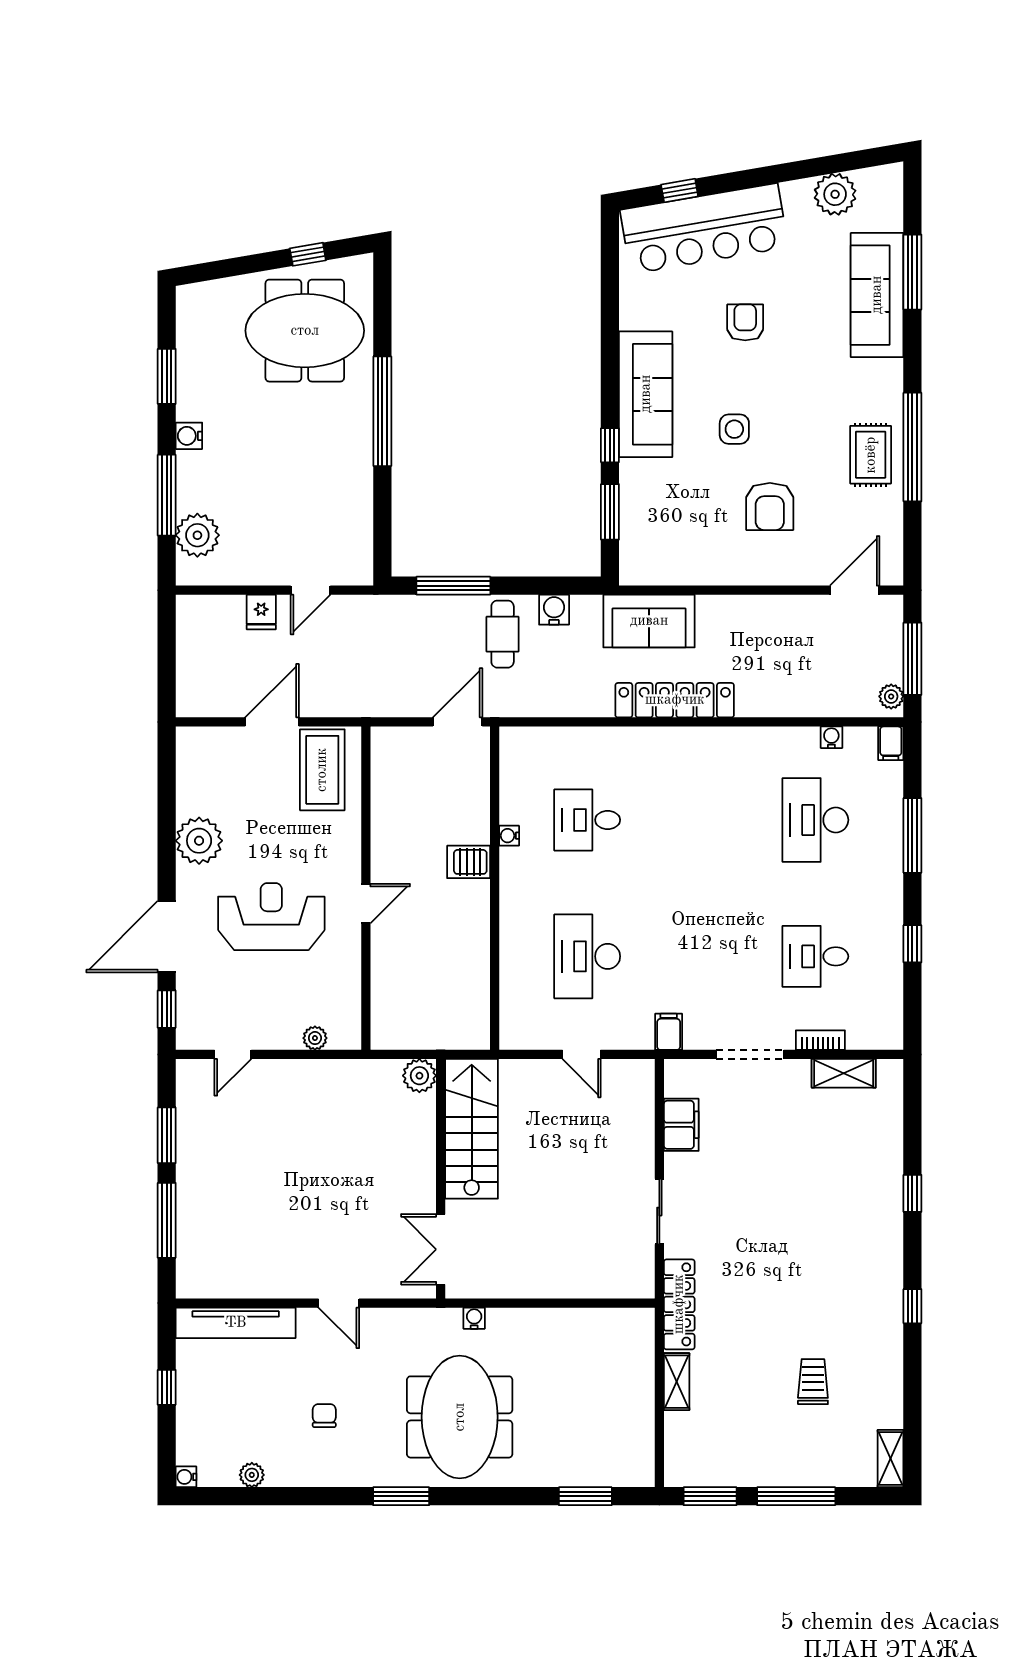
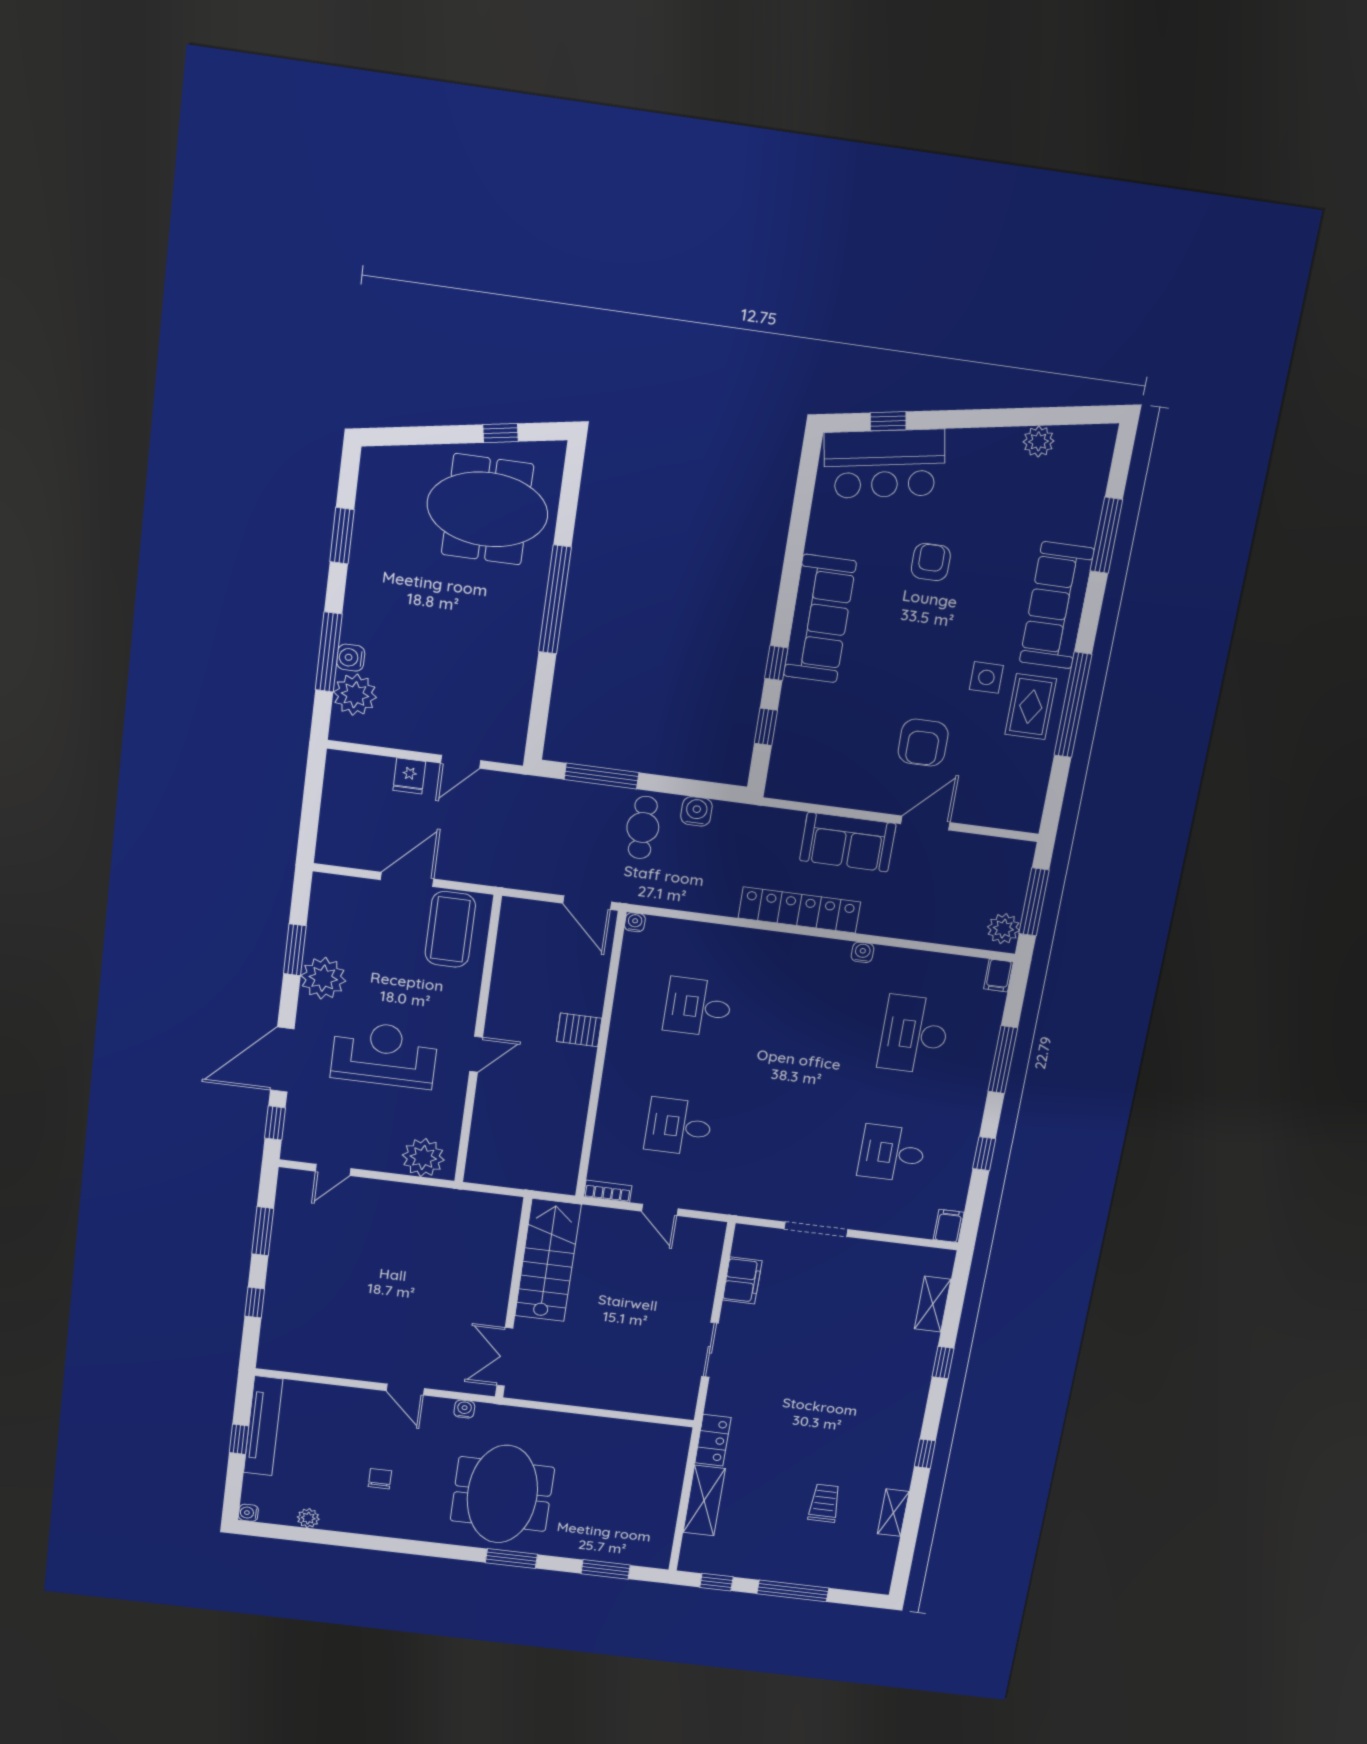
plant: (835, 194) -> (1039, 441), width x0.73, depth x0.73
bar counter: (704, 229) -> (884, 464), width x0.73
sofa: (877, 295) -> (1057, 605), moved
side table: (734, 429) -> (986, 677), moved
water cooler: (189, 436) -> (351, 658), moved
window: (610, 512) -> (766, 727), width x0.67
door: (855, 590) -> (925, 823), moved
sofa: (649, 621) -> (848, 842), moved
plant: (891, 696) -> (1003, 929), width x1.38, depth x1.38
door: (458, 722) -> (587, 903), swing flipped
water cooler: (831, 737) -> (862, 952), moved
window: (167, 814) -> (295, 950), added
water cooler: (509, 836) -> (635, 922), moved, turned 90
desk: (587, 956) -> (679, 1127), width x0.73
filing cabinet: (669, 1032) -> (949, 1226), moved
plant: (315, 1038) -> (423, 1158), width x1.88, depth x1.88
bookcase: (820, 1040) -> (608, 1191), moved
shelving: (844, 1073) -> (933, 1304), moved, turned 90
plant: (419, 1076) -> (506, 1209), removed
window: (167, 1220) -> (255, 1303), width x0.46
locker: (679, 1304) -> (713, 1440), width x0.66
water cooler: (474, 1318) -> (464, 1409), moved
tv unit: (236, 1323) -> (263, 1426), moved, turned -90
shelving: (677, 1382) -> (704, 1501), width x1.50, depth x1.33
shelving: (891, 1459) -> (893, 1513), moved
window: (401, 1496) -> (511, 1559), moved
window: (710, 1496) -> (716, 1582), width x0.67

